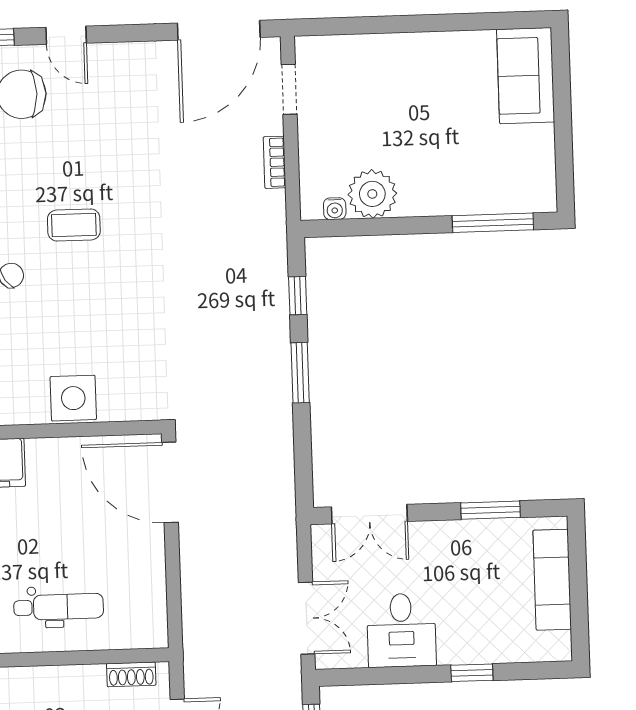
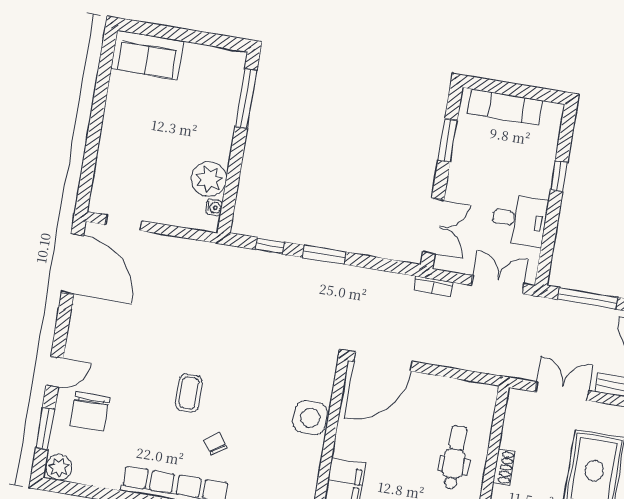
bookcase: (275, 162) -> (433, 286), moved
shoe rack: (131, 674) -> (504, 467), moved

